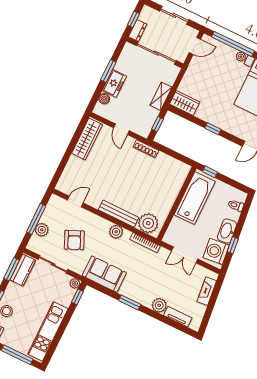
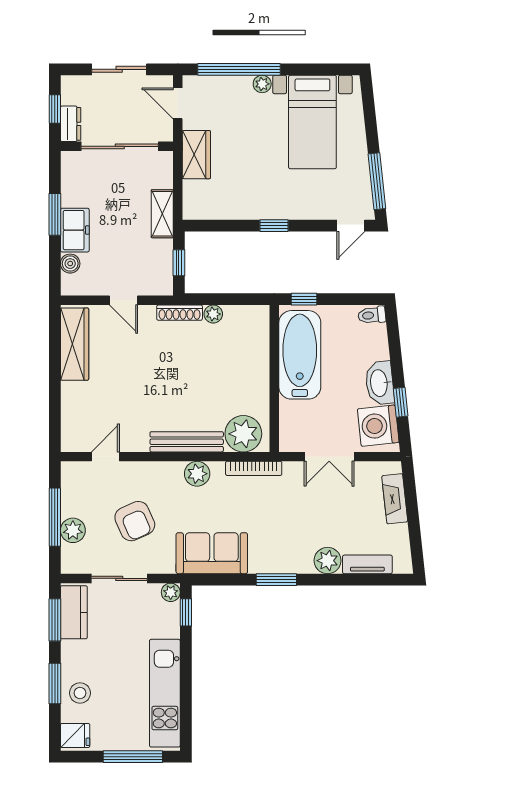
door: (195, 46) -> (178, 103), swing flipped
wardrobe: (185, 103) -> (196, 155), moved, turned 90
plant: (162, 157) -> (213, 314), added
toilet: (236, 205) -> (372, 315), moved

